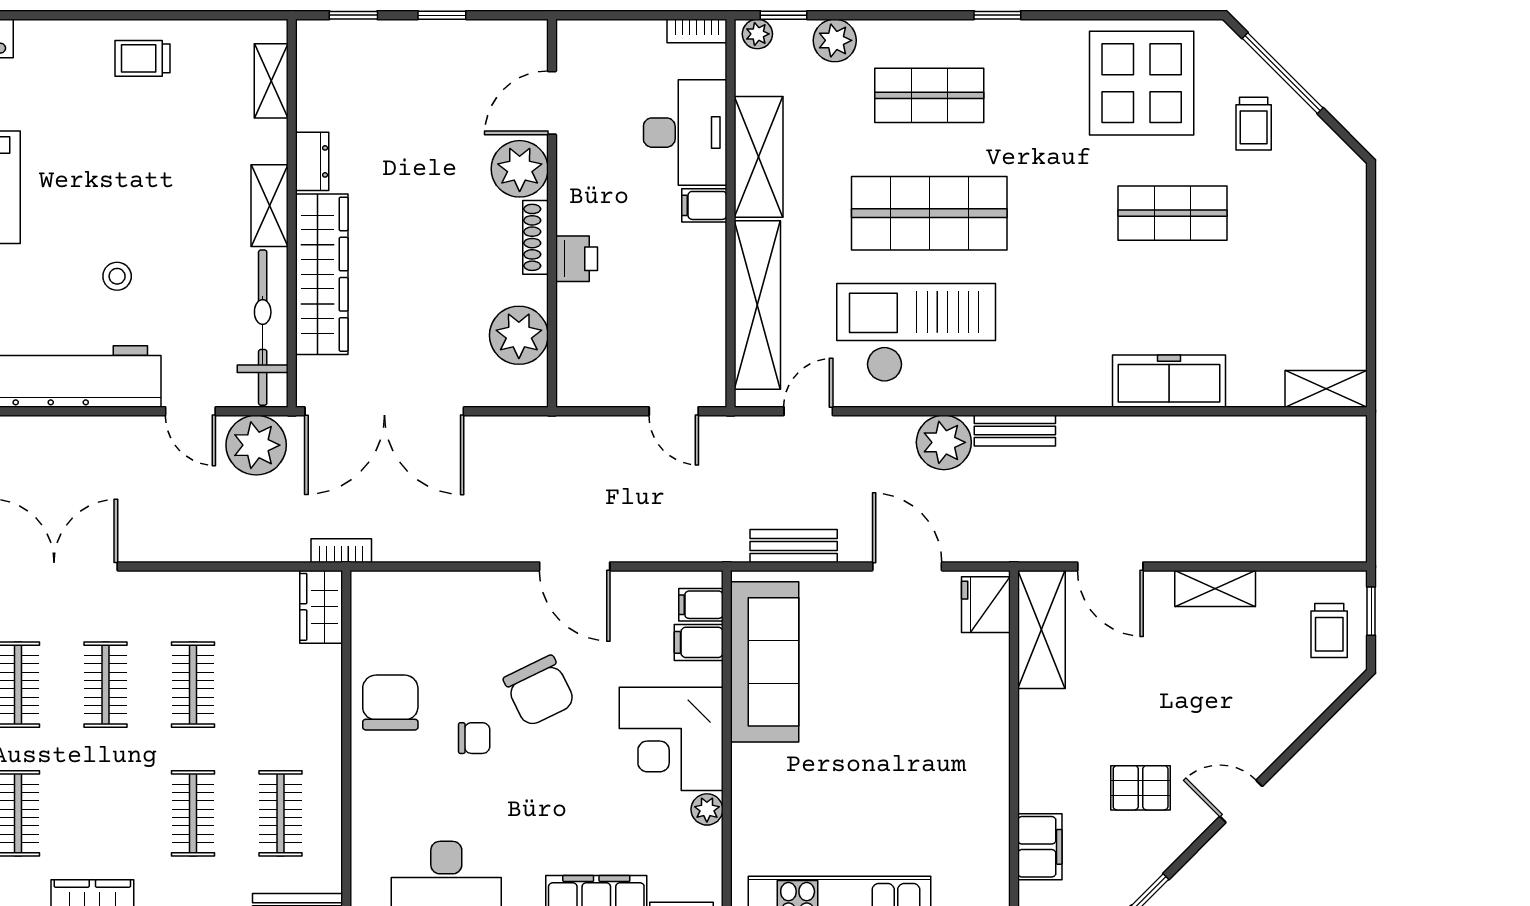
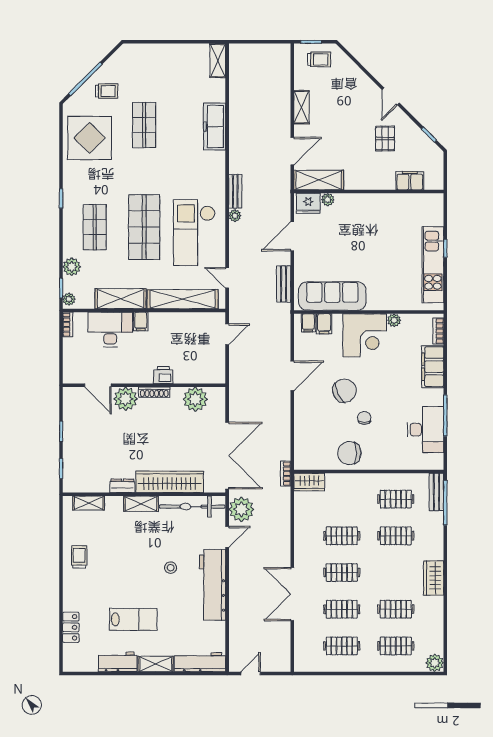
trolley: (143, 58) -> (79, 557), turned 180
plant: (944, 442) -> (235, 216), width x0.53, depth x0.53
plant: (995, 651) -> (328, 200), added

